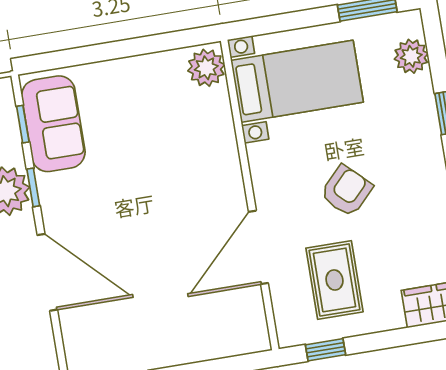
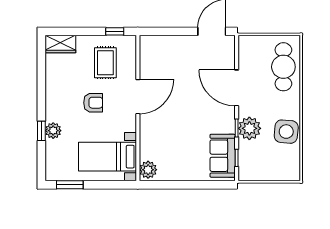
plant: (411, 56) -> (53, 131), moved
armchair: (346, 191) -> (93, 103), turned -134
door: (258, 247) -> (138, 97), moved

